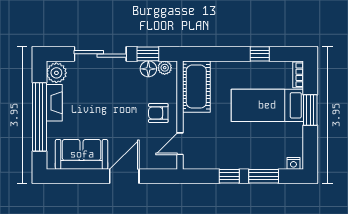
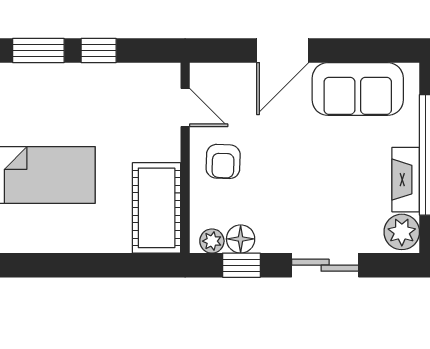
sliding door: (100, 54) -> (325, 265), width x0.73
window: (260, 54) -> (45, 265), removed
armchair: (158, 113) -> (223, 161), turned 92
door: (180, 144) -> (185, 108), hinge flipped

